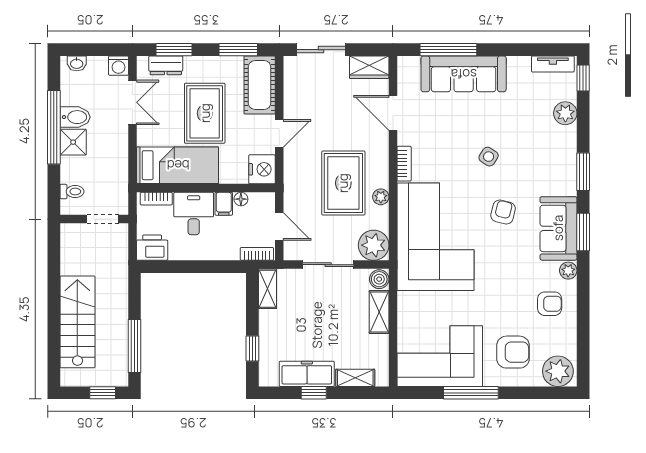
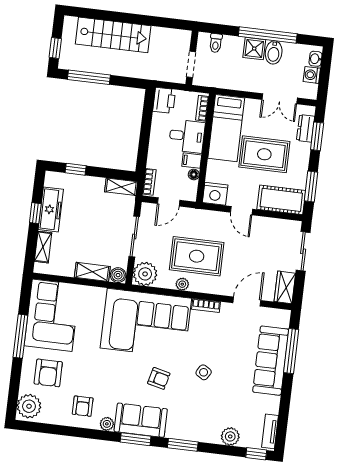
washing machine: (118, 66) -> (312, 75), moved

